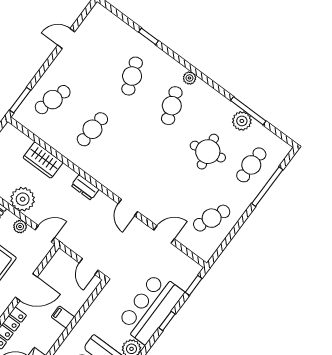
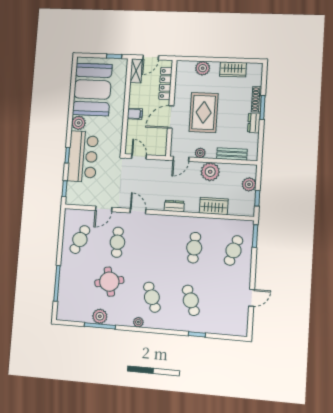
plant: (190, 78) -> (138, 322), moved
cafe table: (251, 165) -> (117, 242), moved

